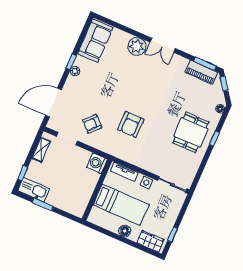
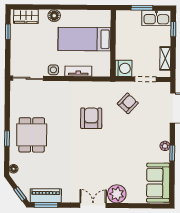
washing machine: (97, 163) -> (124, 68), moved
wall: (97, 190) -> (113, 43), moved
bed: (121, 205) -> (84, 39), moved

